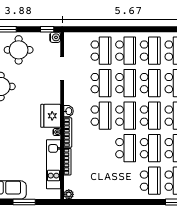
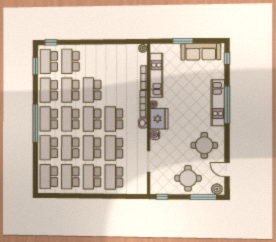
water cooler: (55, 37) -> (155, 135), moved

